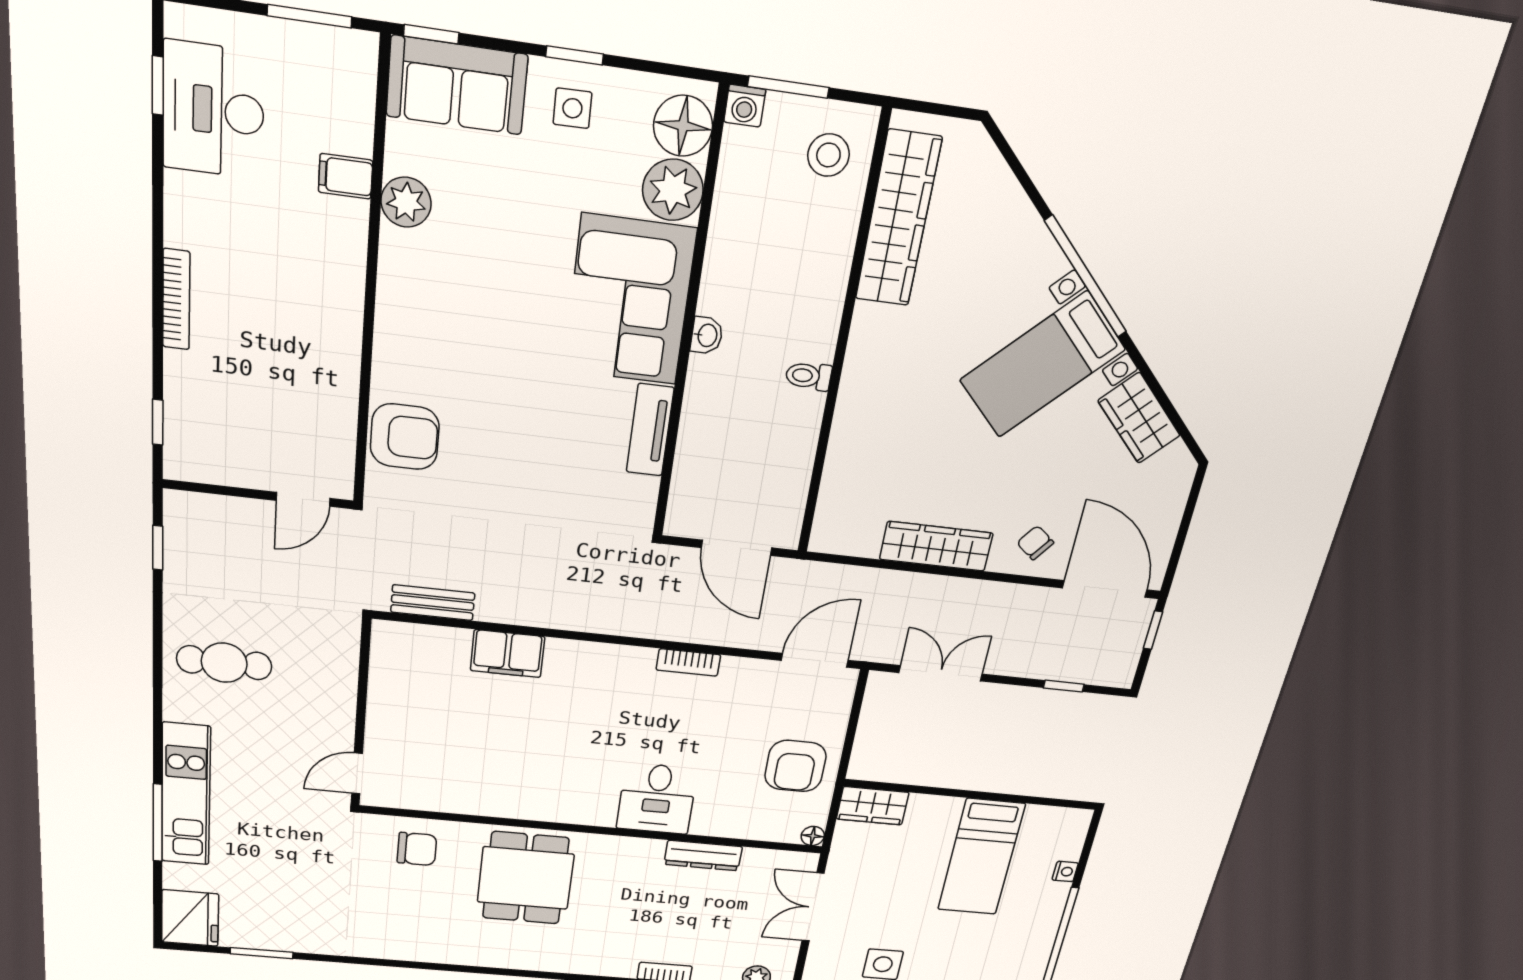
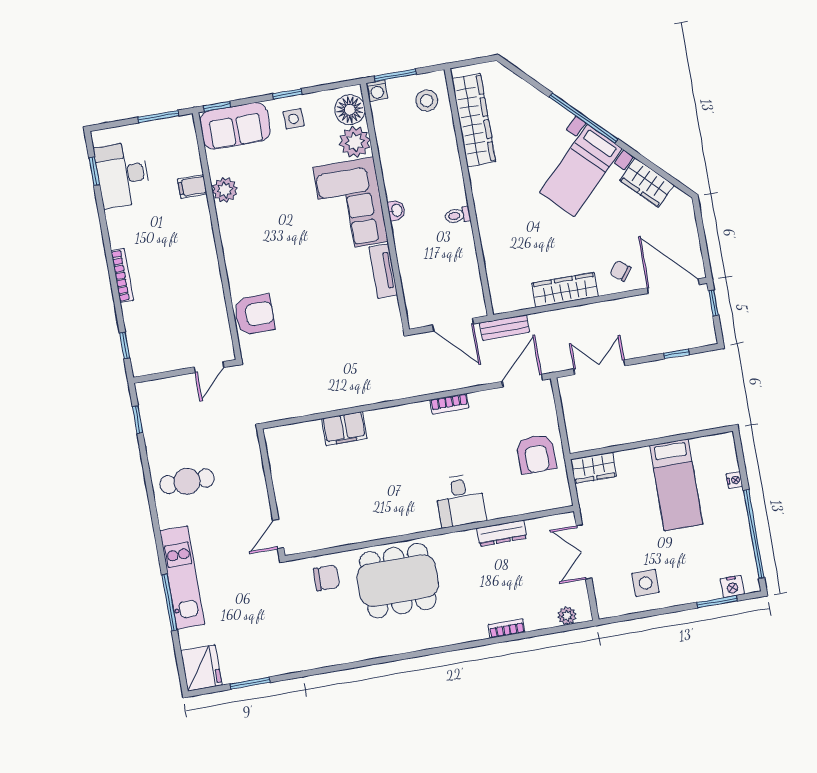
bench: (433, 603) -> (504, 327), moved
floor lamp: (813, 836) -> (565, 500), removed
dining table: (526, 878) -> (398, 581), width x1.38

